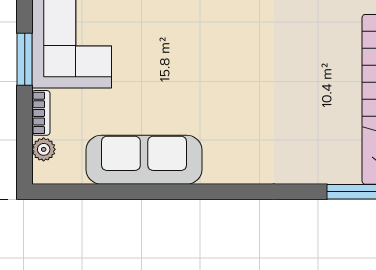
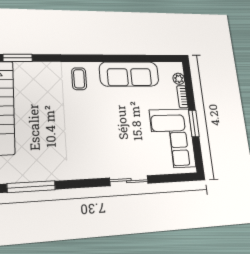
coffee table: (242, 151) -> (79, 79), added

